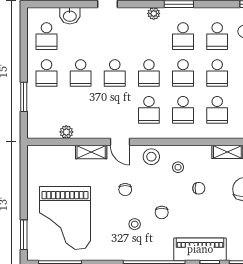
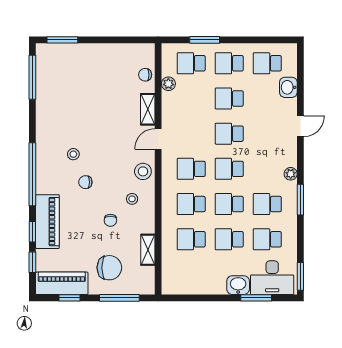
school desk: (47, 110) -> (191, 63), added
chair: (125, 190) -> (145, 75), moved
grand piano: (65, 218) -> (80, 82), removed

